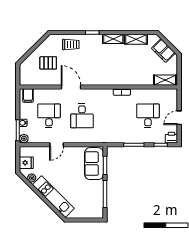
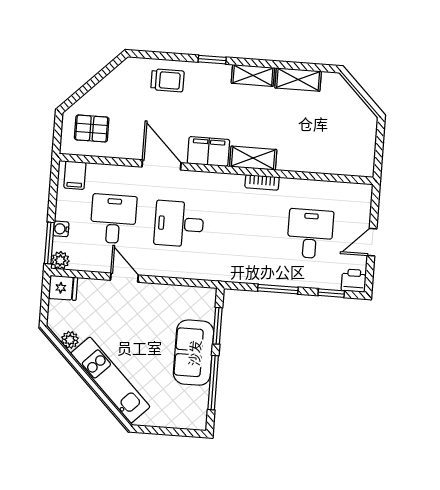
filing cabinet: (163, 51) -> (208, 151), moved, turned 135
pallet: (48, 63) -> (92, 128), moved
shelving: (165, 80) -> (253, 158), moved
desk: (82, 116) -> (179, 224), turned 90
door: (57, 145) -> (124, 278), swing flipped
fridge: (26, 163) -> (63, 288), moved
sofa: (94, 164) -> (194, 353), moved

